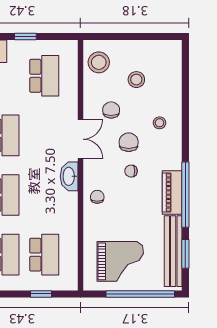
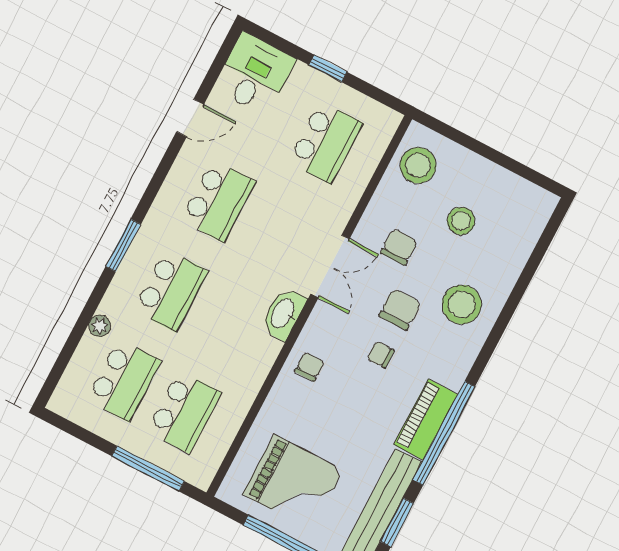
stool: (159, 123) -> (462, 304), width x1.89, depth x1.89
window: (41, 294) -> (148, 469), width x2.17

